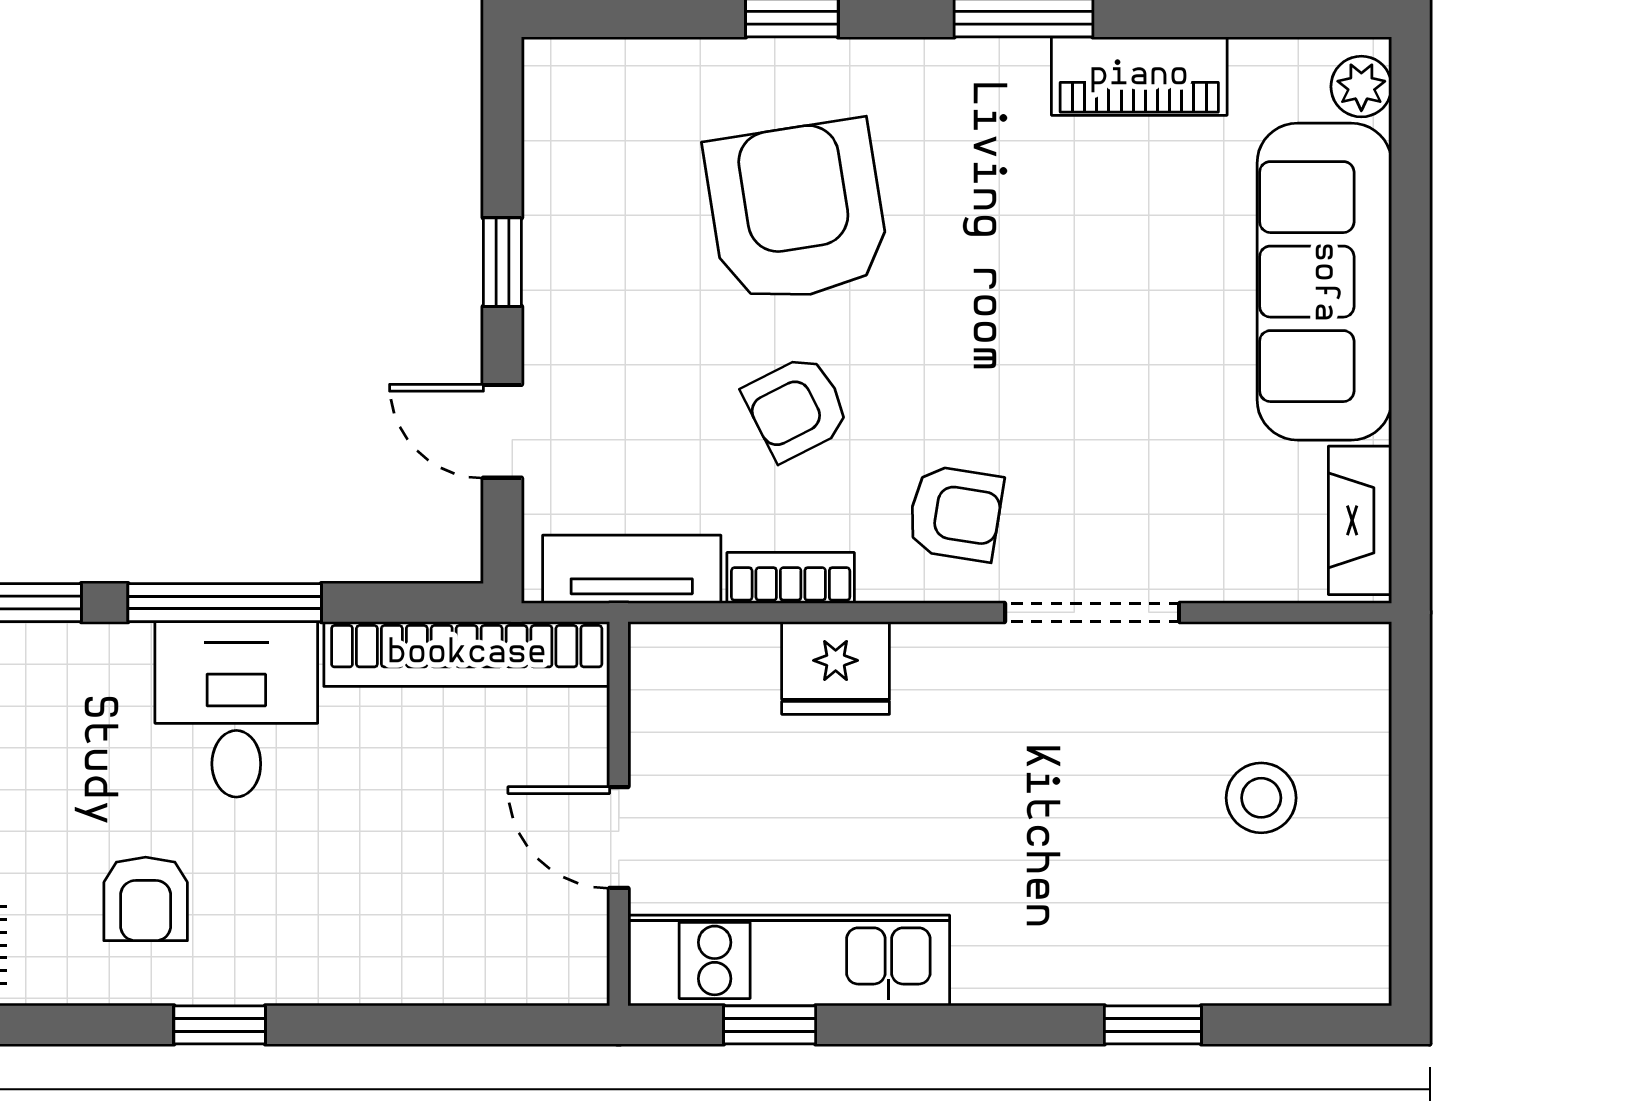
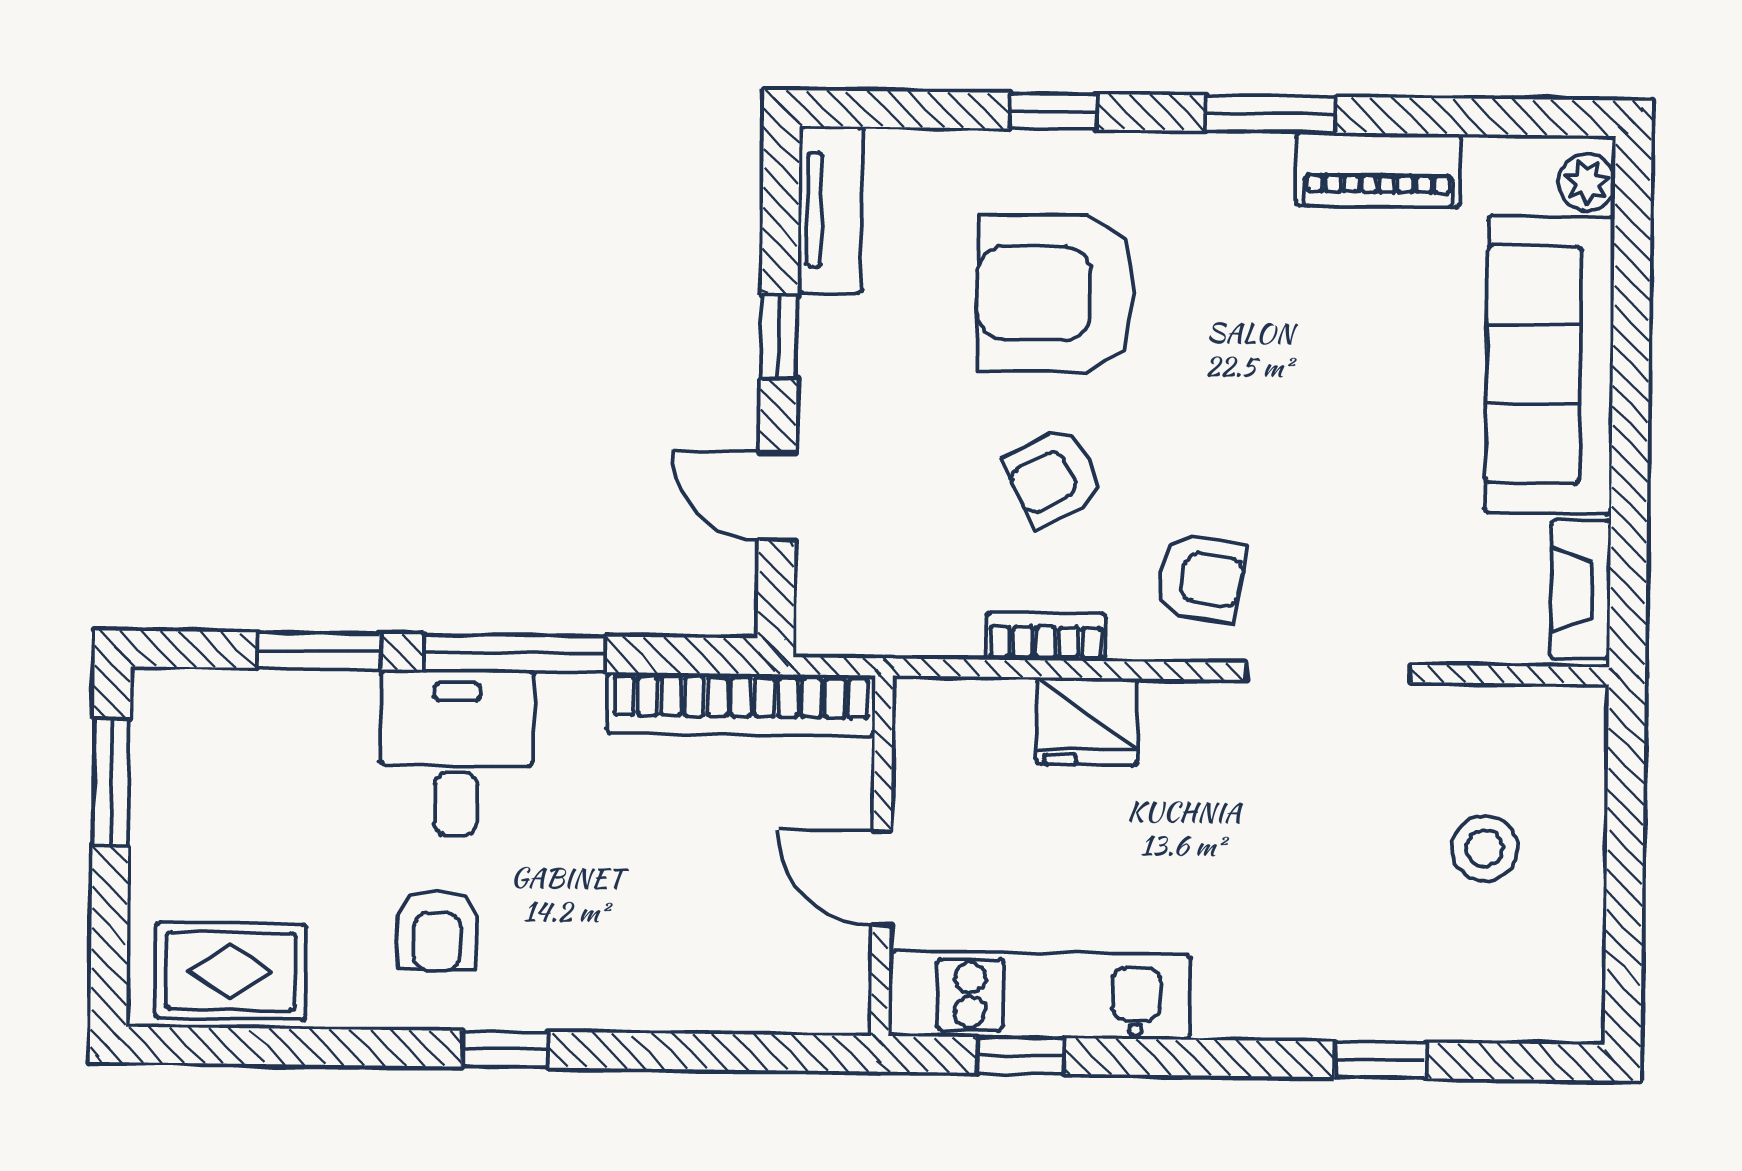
armchair: (797, 212) -> (1056, 293), turned -81
tv unit: (632, 569) -> (830, 210), moved, turned 90
desk: (236, 709) -> (457, 753), moved

